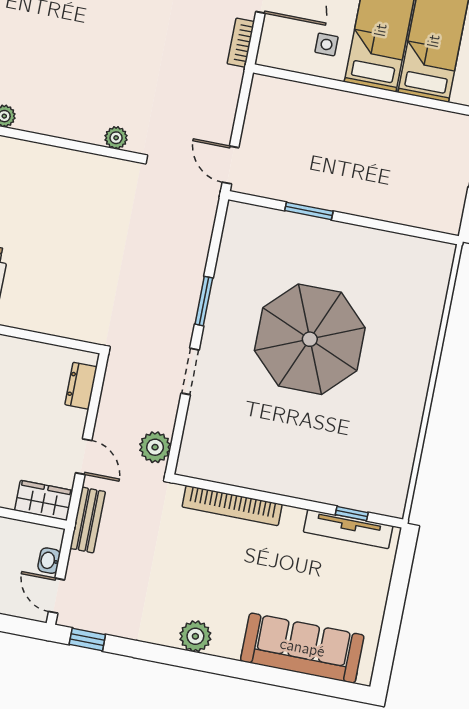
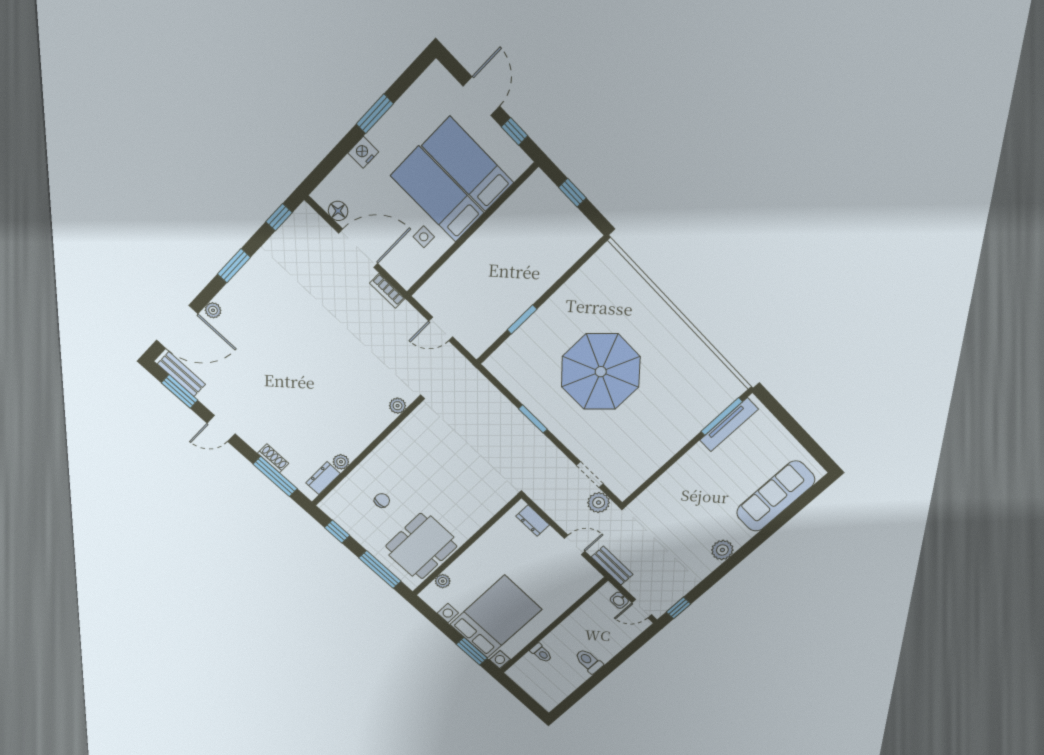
door: (231, 165) -> (441, 329), moved
doorway: (190, 371) -> (590, 475), moved
wardrobe: (44, 500) -> (583, 582), removed
bookcase: (232, 506) -> (665, 482), removed
window: (352, 514) -> (722, 417), width x2.17

